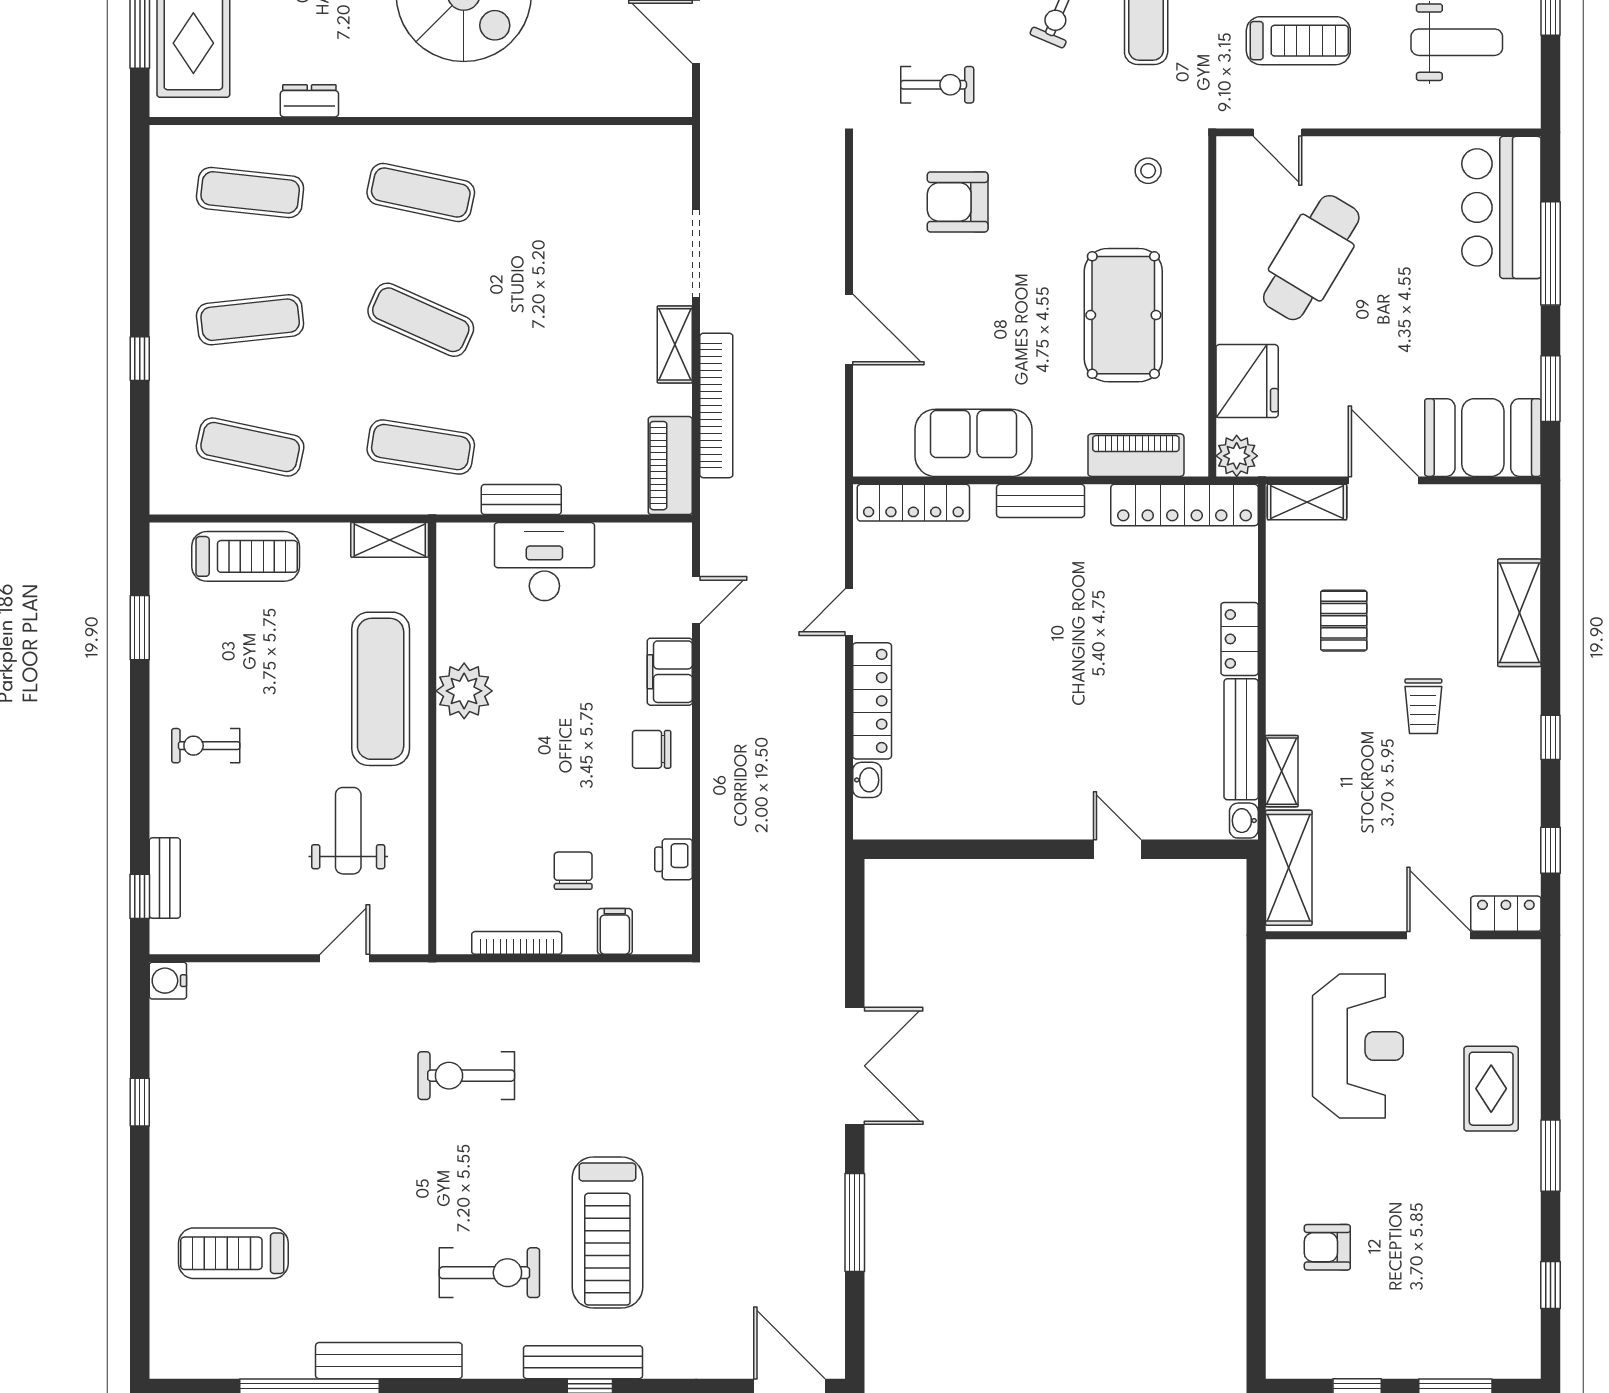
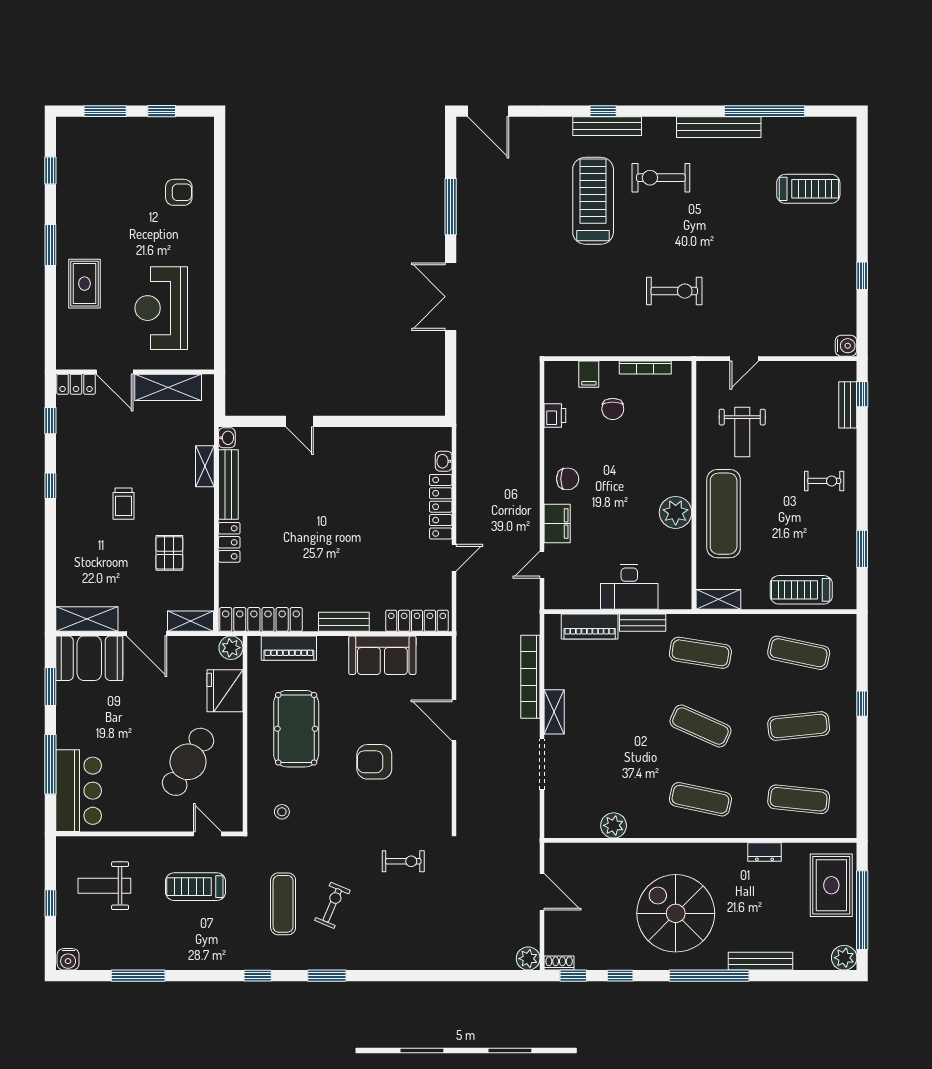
exercise bike: (937, 85) -> (403, 861), turned 180
plant: (572, 147) -> (614, 825), added
armchair: (958, 202) -> (374, 762), moved, turned 180
piano: (670, 466) -> (590, 626), moved, turned 90
shelving: (1519, 613) -> (87, 619), moved, turned 90
trolley: (1423, 706) -> (123, 504), turned 180
shelving: (1289, 868) -> (168, 387), moved, turned 90

